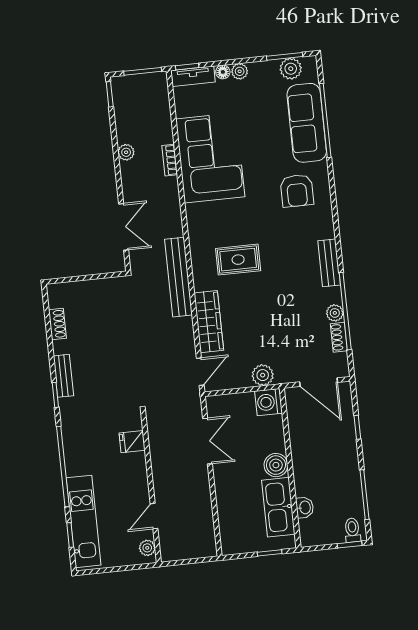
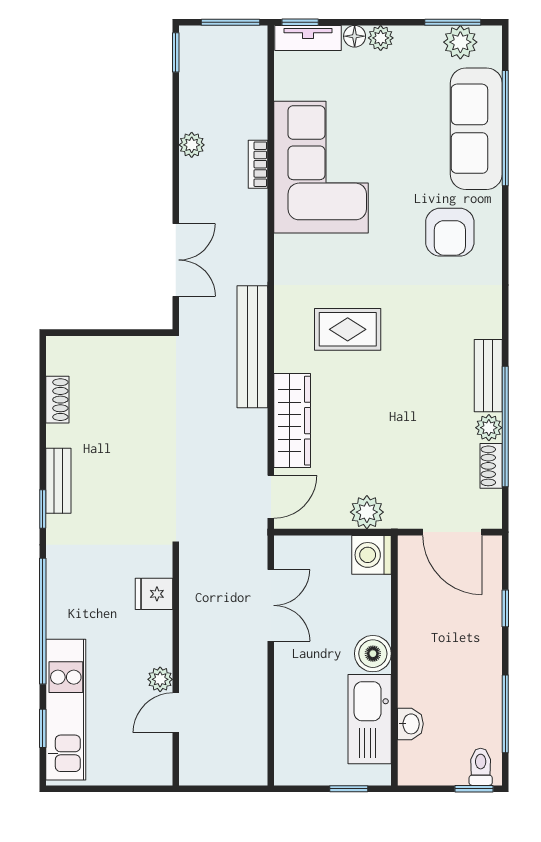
bench: (329, 263) -> (488, 376), moved
plant: (147, 548) -> (160, 679), moved

